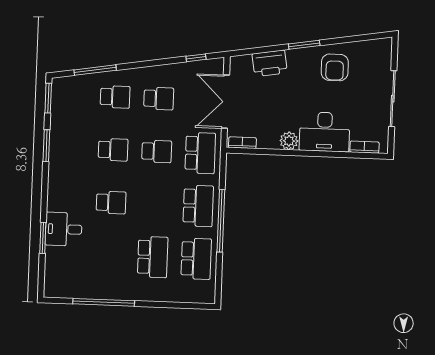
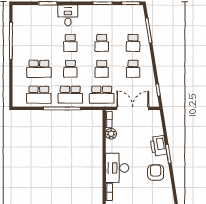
printer: (270, 63) -> (158, 146), moved
armchair: (335, 67) -> (156, 173), turned 90
plant: (289, 141) -> (111, 134), moved
school desk: (155, 204) -> (70, 69), added
desk: (64, 229) -> (68, 15), moved

